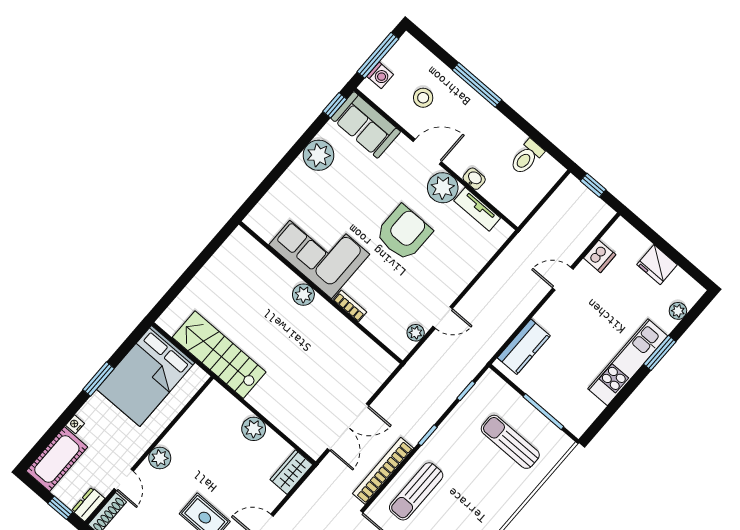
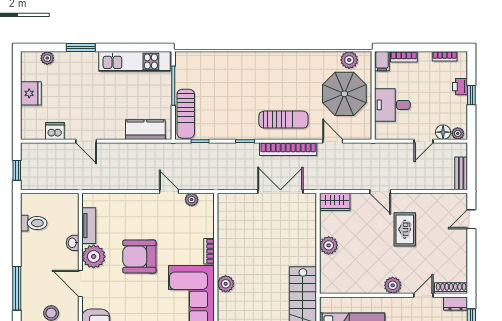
kitchen unit: (628, 362) -> (134, 61), moved
sun lounger: (510, 442) -> (186, 114), moved

